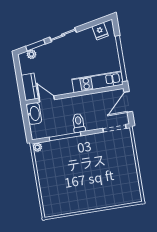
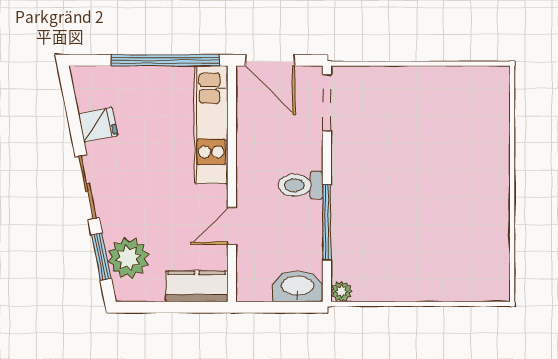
fridge: (100, 31) -> (98, 125), moved
plant: (31, 54) -> (128, 258), width x1.87, depth x1.87
door: (47, 99) -> (232, 226), moved
washbasin: (34, 114) -> (298, 286), moved

